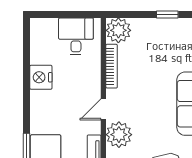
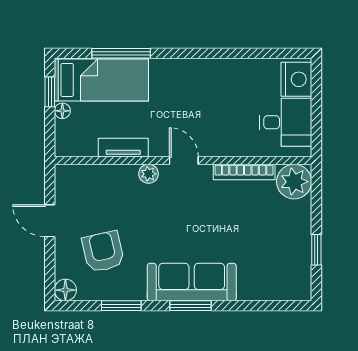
nightstand: (41, 77) -> (296, 79), moved, turned 90
plant: (119, 135) -> (149, 174), width x0.53, depth x0.53

